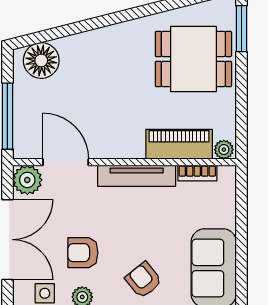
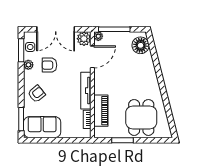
window: (242, 29) -> (122, 140), moved
plant: (224, 150) -> (98, 36), moved
armchair: (83, 253) -> (49, 65), turned -90

